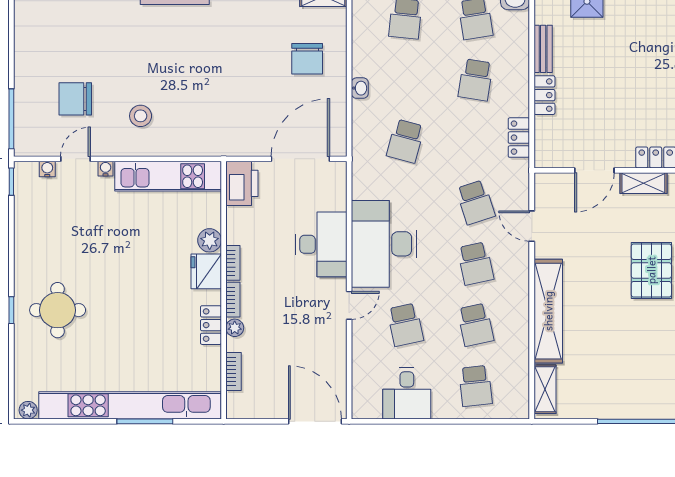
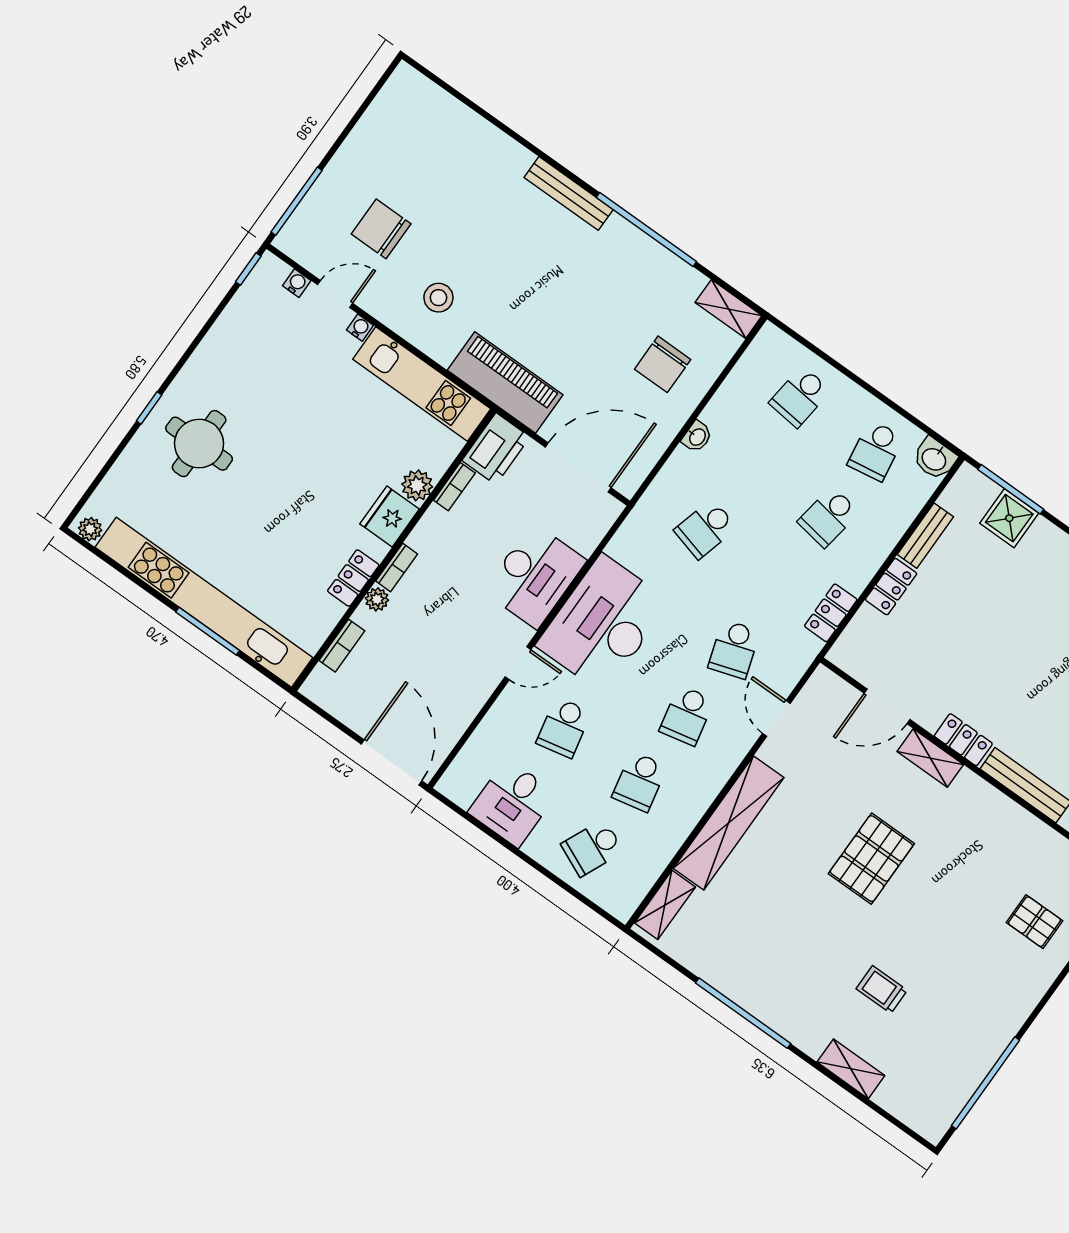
piano: (219, 139) -> (505, 383), added
bookcase: (233, 263) -> (454, 487), moved
school desk: (476, 386) -> (592, 848), turned 30

